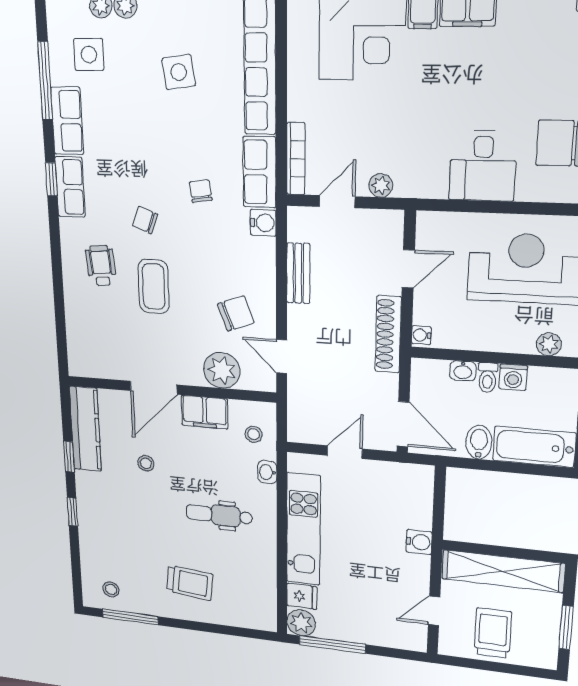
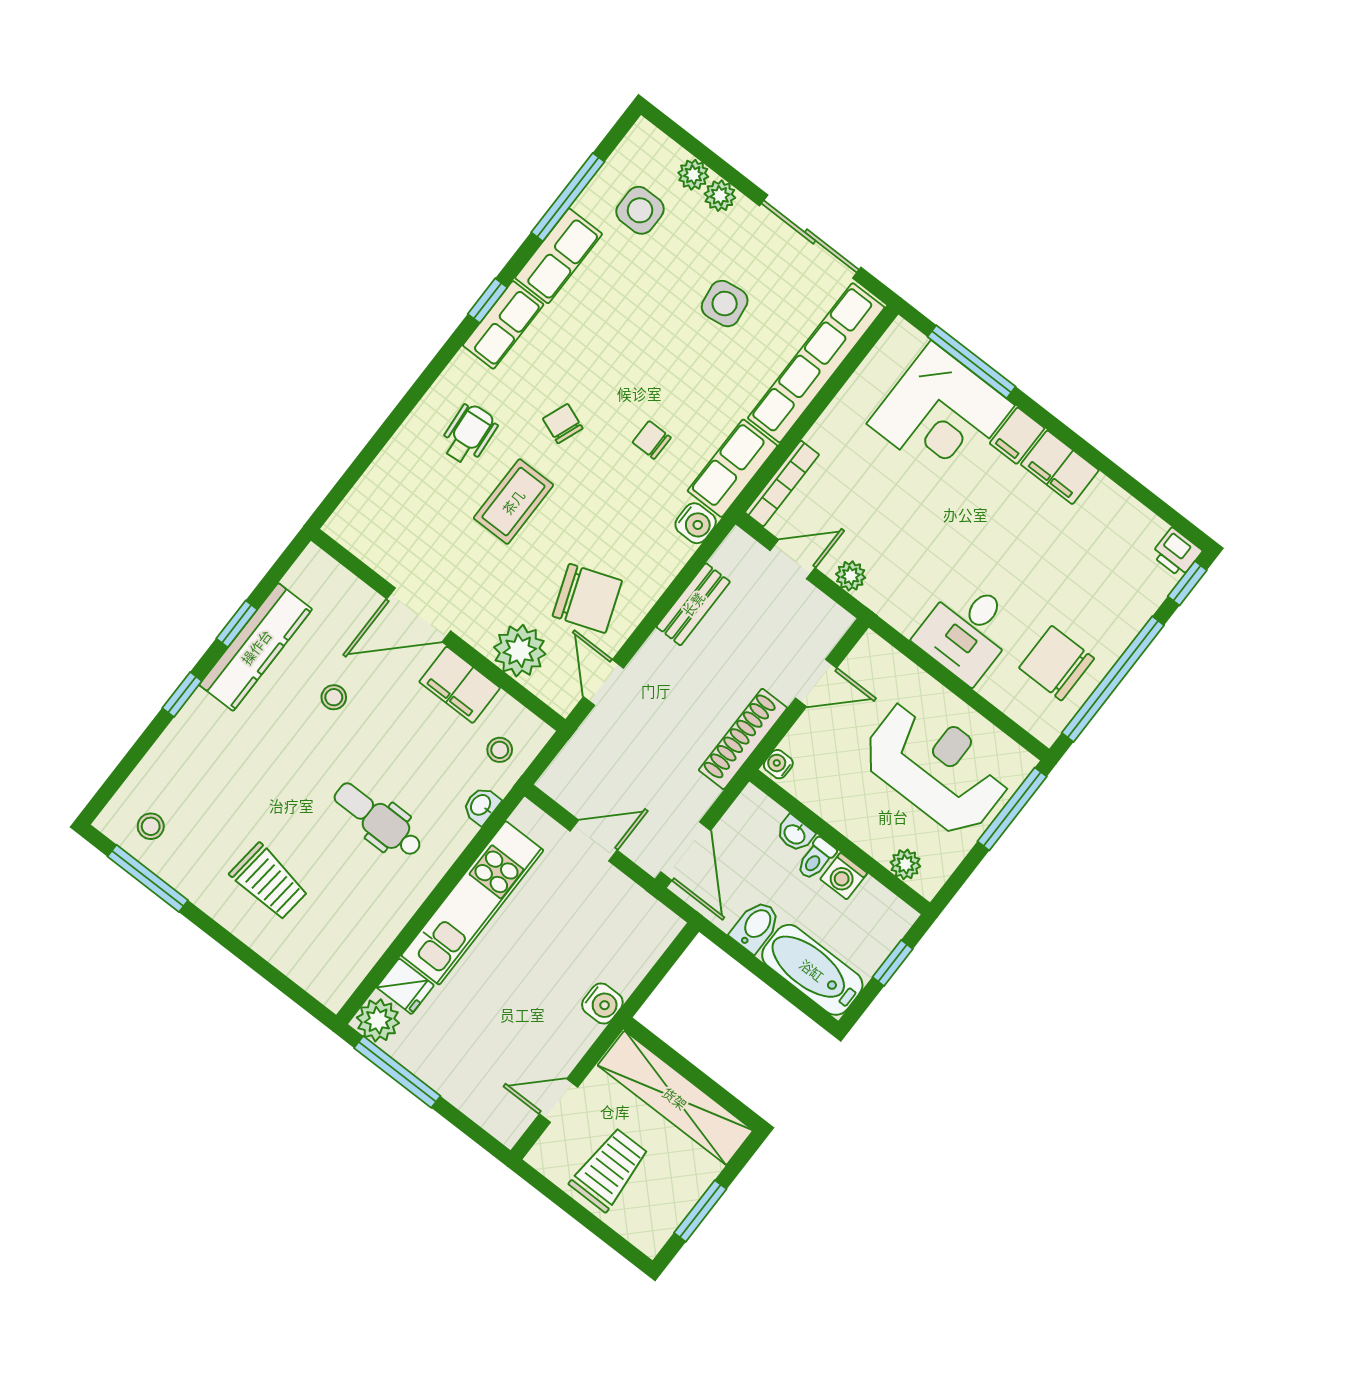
chair: (201, 191) -> (652, 440), turned -82
chair: (236, 313) -> (587, 598), width x1.37, depth x1.37
kitchen counter: (85, 429) -> (256, 647), moved

